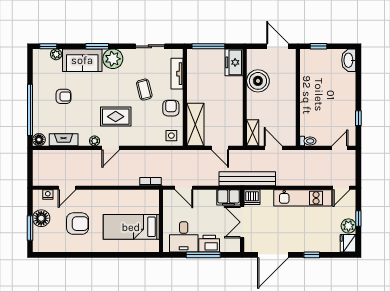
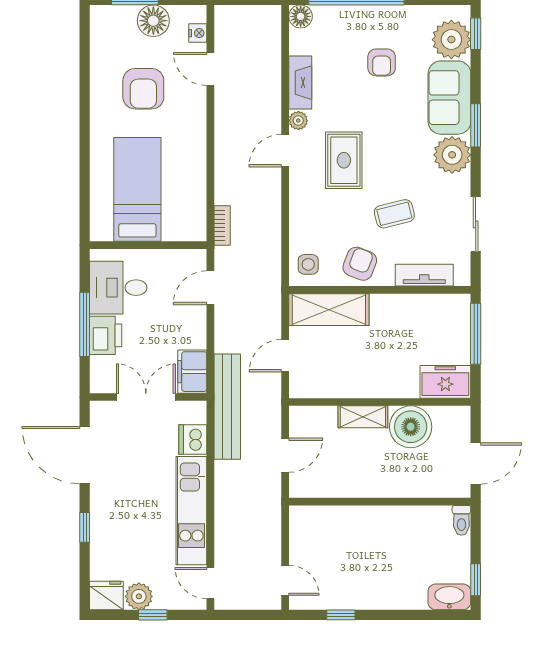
window: (319, 46) -> (476, 580), moved
plant: (56, 54) -> (451, 40), width x1.88, depth x1.88
armchair: (171, 108) -> (360, 264), turned -69
shelving: (253, 133) -> (363, 417), moved
fireplace: (64, 140) -> (300, 83), moved
toilet: (308, 141) -> (461, 520), moved
door: (111, 148) -> (285, 151), hinge flipped
dishwasher: (252, 197) -> (193, 439), moved

